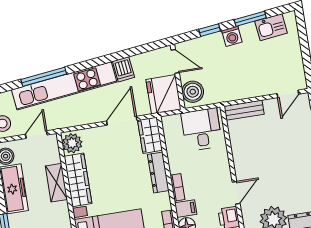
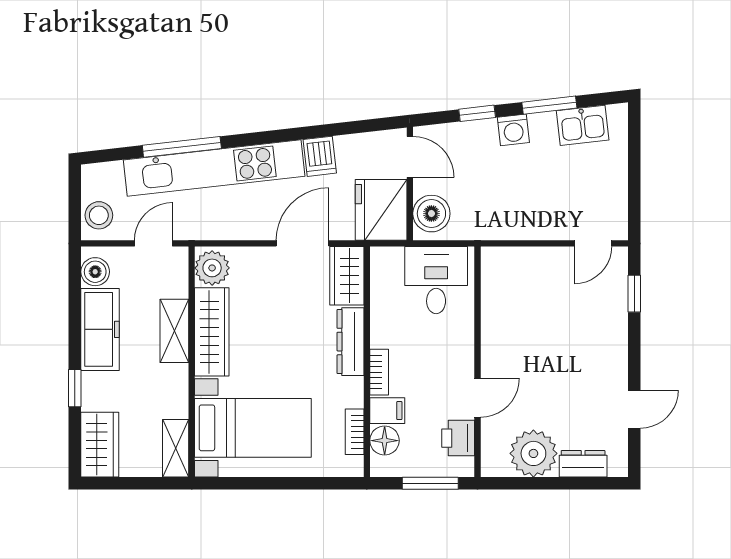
bench: (244, 110) -> (514, 259), removed

